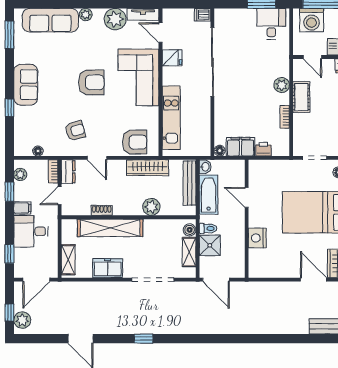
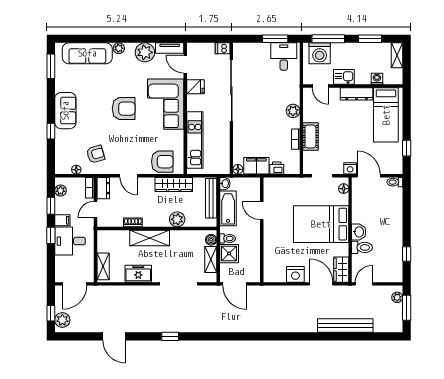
cot: (301, 97) -> (310, 136), moved
armchair: (75, 131) -> (96, 154), moved
shelving: (110, 228) -> (150, 238), width x0.68
nightstand: (257, 238) -> (295, 274), moved, turned -90
window: (9, 254) -> (51, 235), moved

